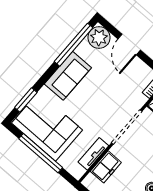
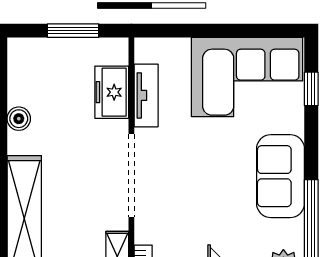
window: (26, 100) -> (311, 89), width x0.67
window: (41, 153) -> (223, 31), removed

